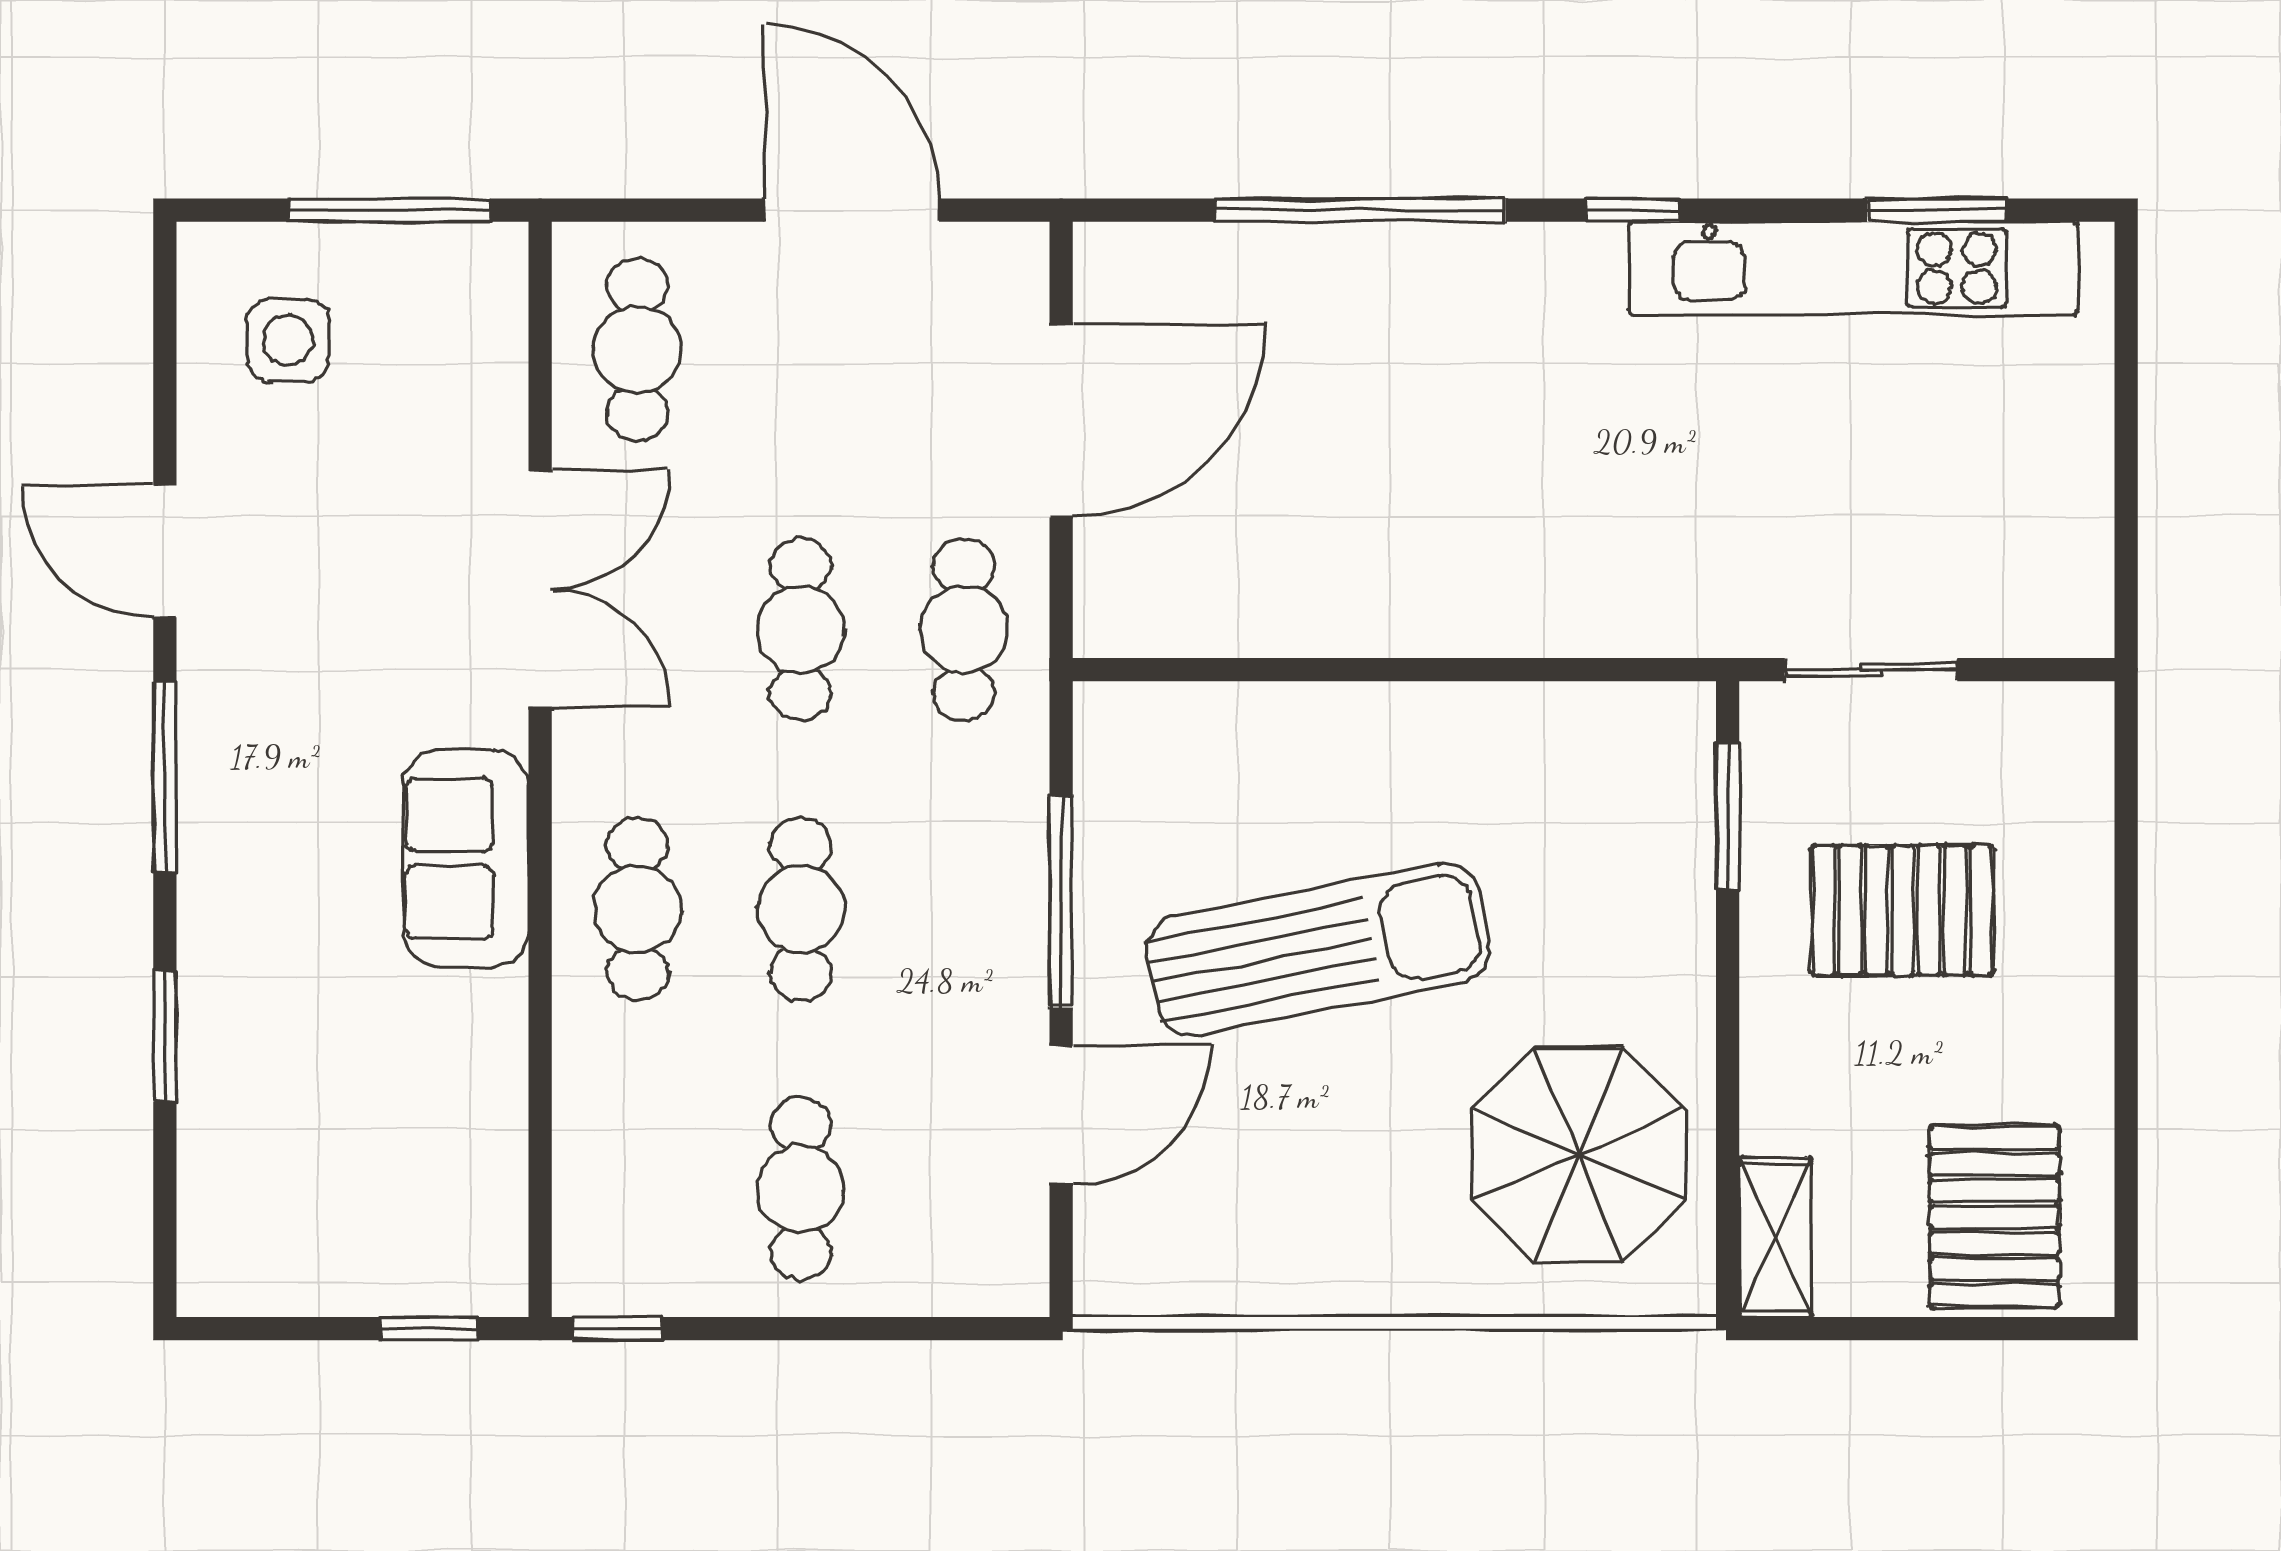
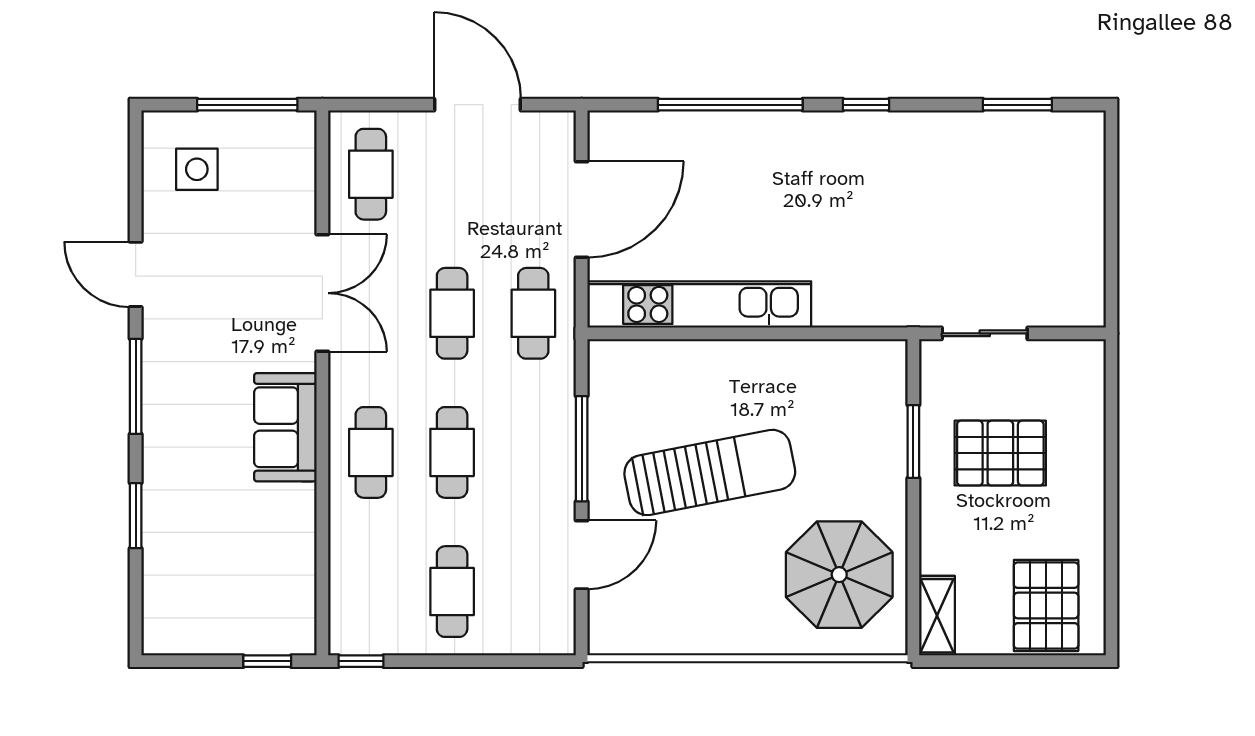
kitchen unit: (1853, 268) -> (699, 304), moved, turned 180
window: (1728, 816) -> (913, 442), moved

